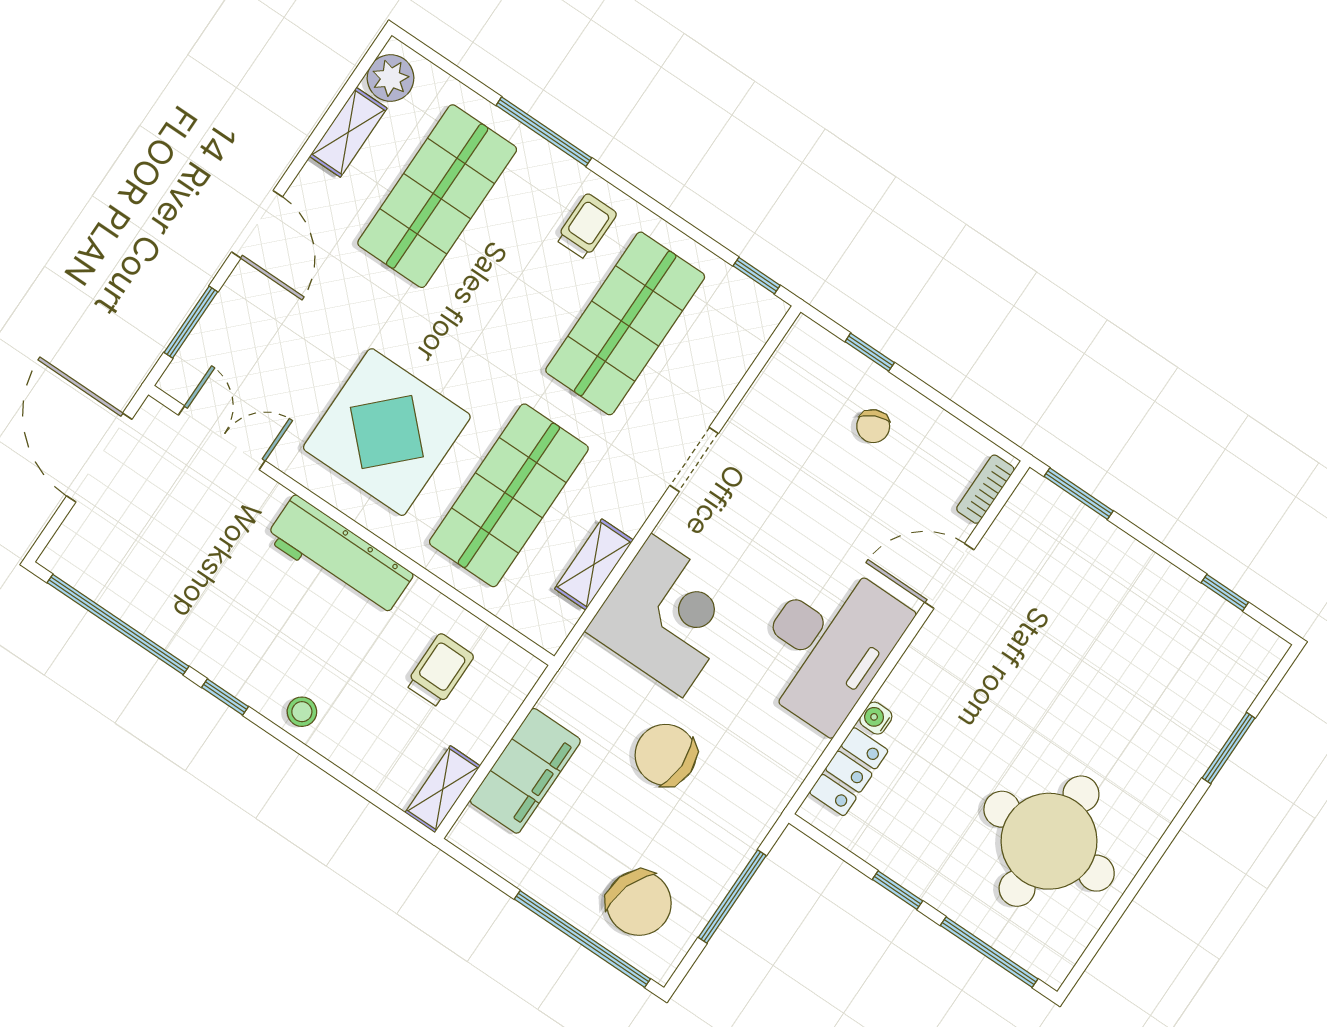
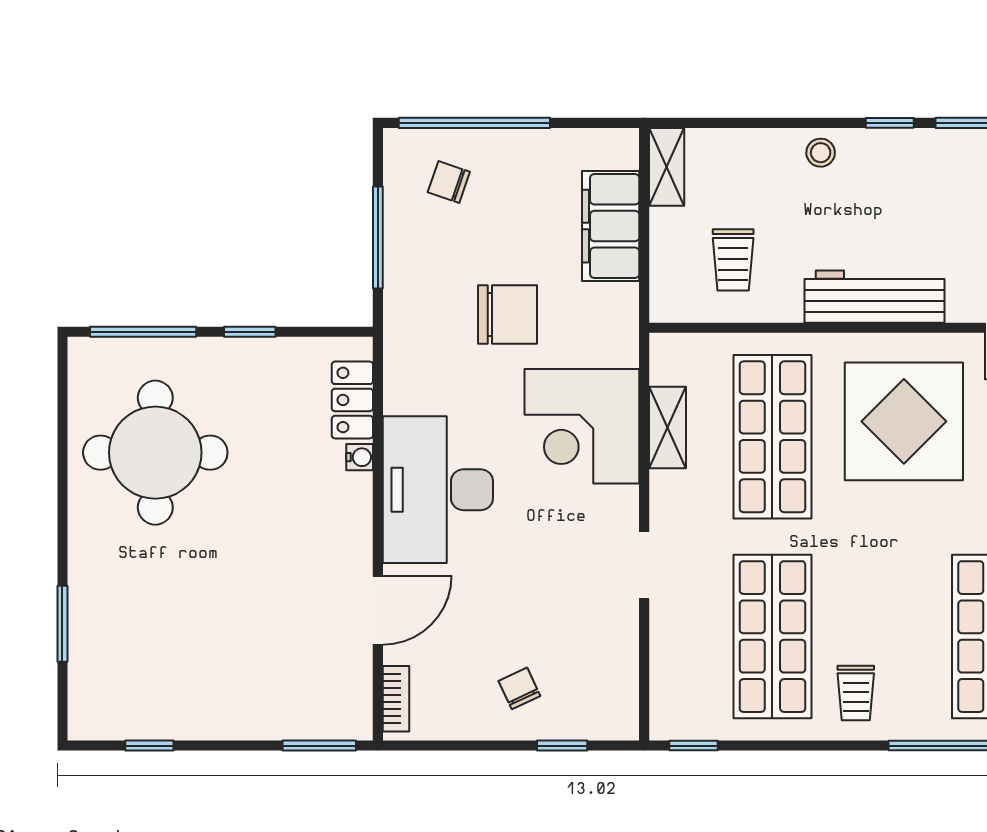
chair: (639, 903) -> (449, 182), width x0.54, depth x0.54

